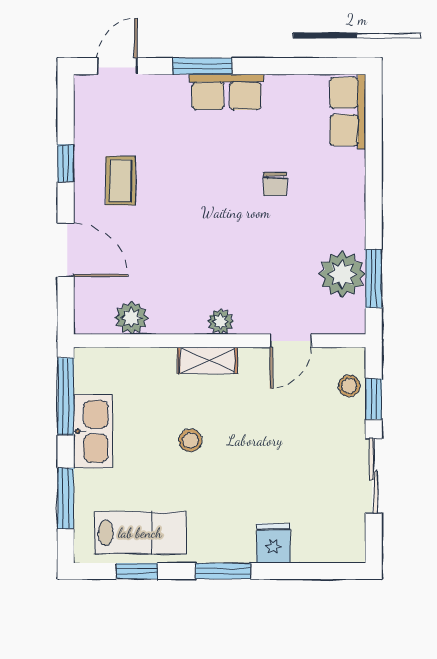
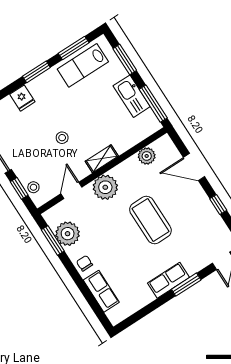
row of seats: (348, 111) -> (101, 291), moved
coffee table: (121, 181) -> (150, 220), moved, width x1.86, depth x1.72
chair: (275, 184) -> (84, 263), moved
plant: (221, 322) -> (105, 187), width x1.87, depth x1.87
stool: (190, 440) -> (62, 138), moved
window: (137, 571) -> (74, 48), width x1.50

